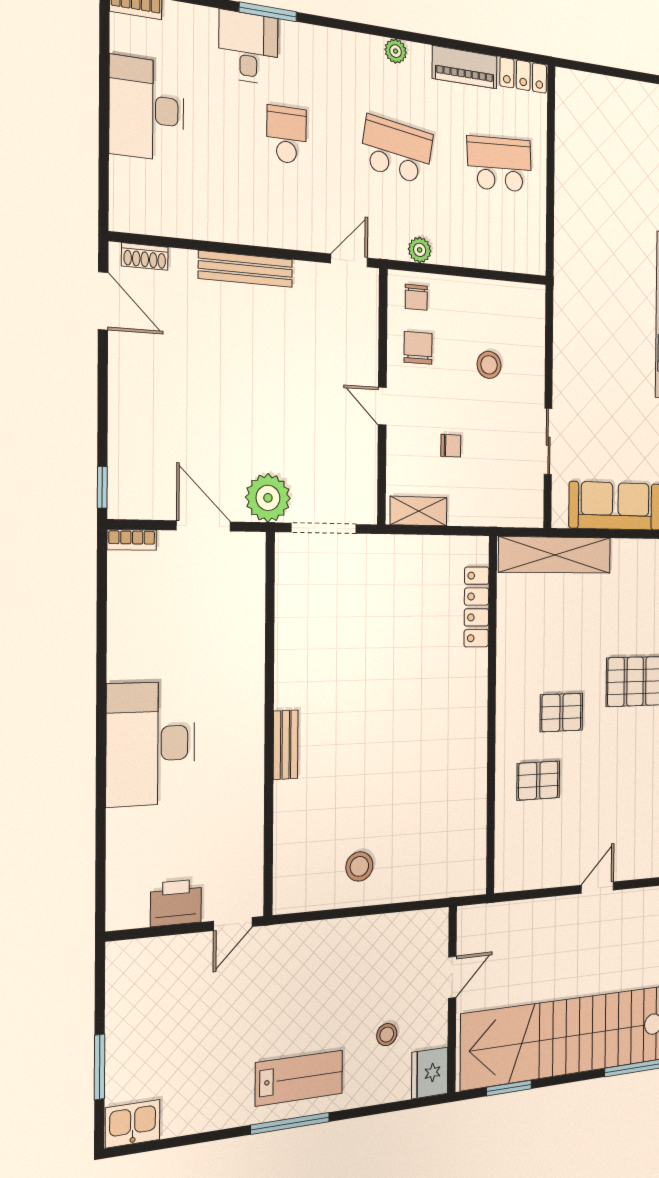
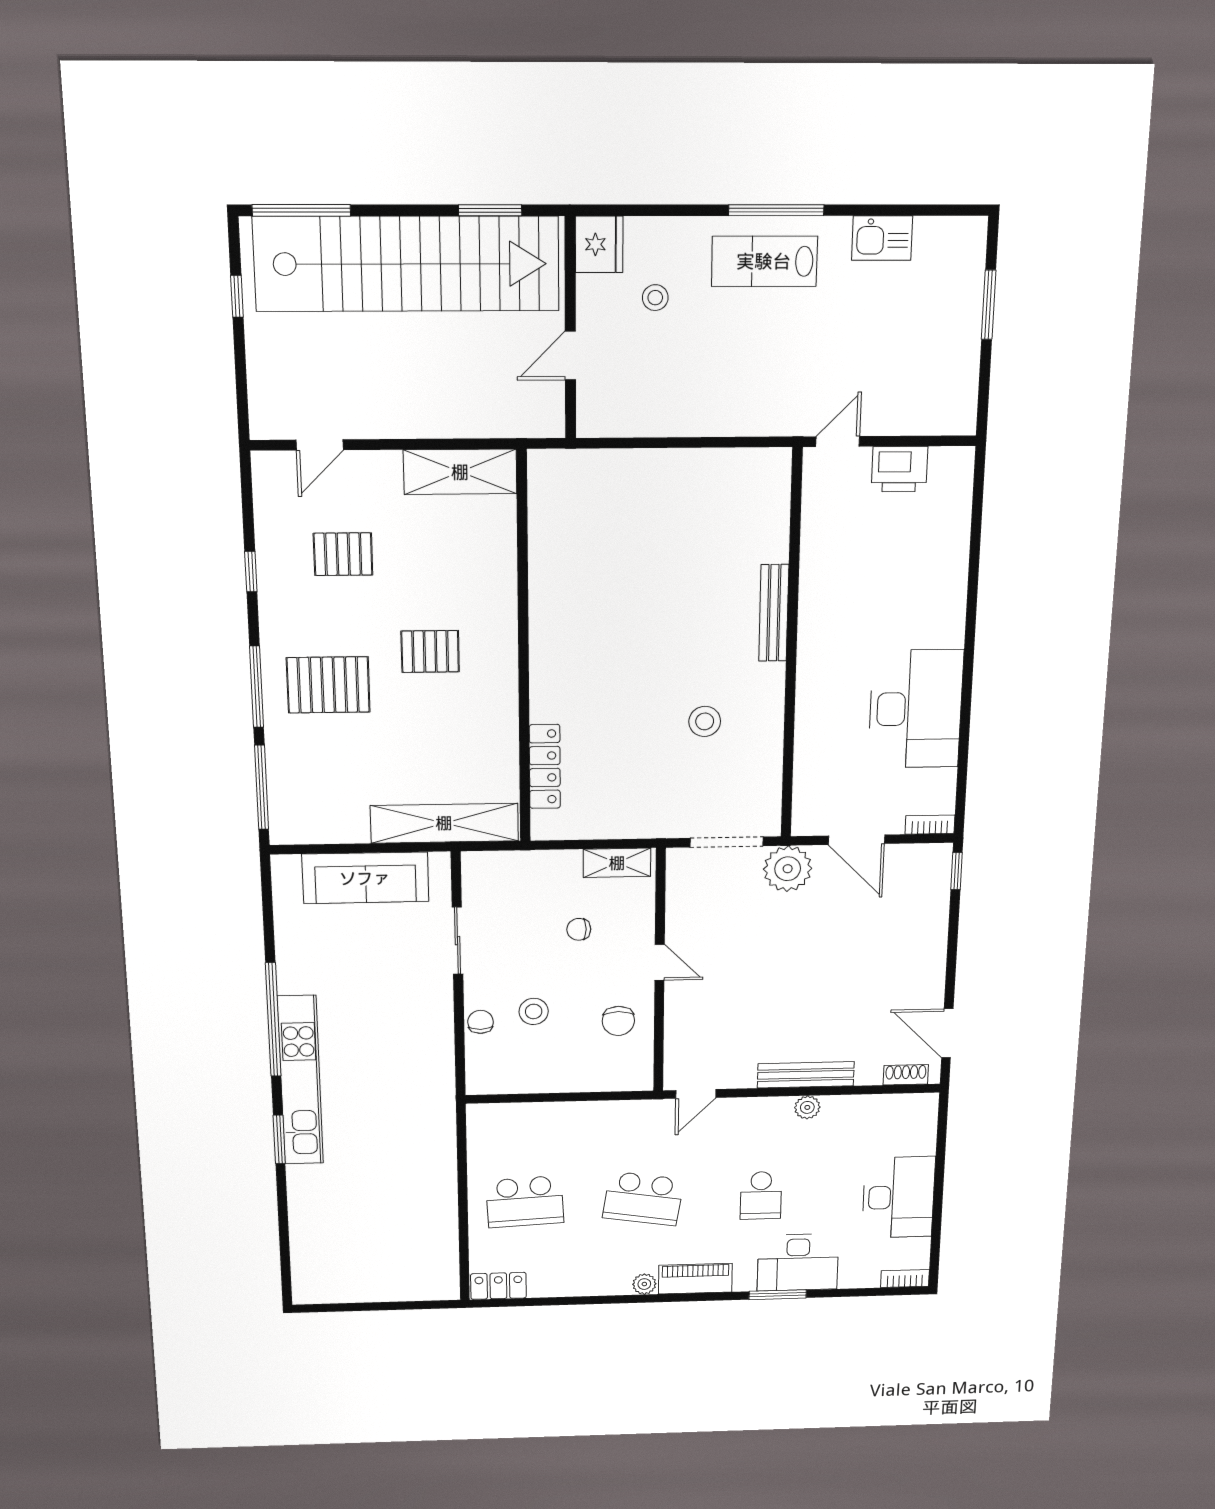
desk: (248, 47) -> (798, 1262), width x1.37
piano: (465, 67) -> (695, 1279), moved
plant: (420, 250) -> (807, 1107), moved
chair: (416, 297) -> (480, 1022), moved
desk: (151, 744) -> (916, 709), moved
bench: (286, 745) -> (774, 613), width x1.36
pallet: (538, 781) -> (343, 554), moved
stool: (359, 866) -> (705, 721), moved
shelving: (535, 870) -> (460, 472), added
door: (597, 888) -> (320, 445), moved
kitchen sink: (133, 1124) -> (882, 238), moved

